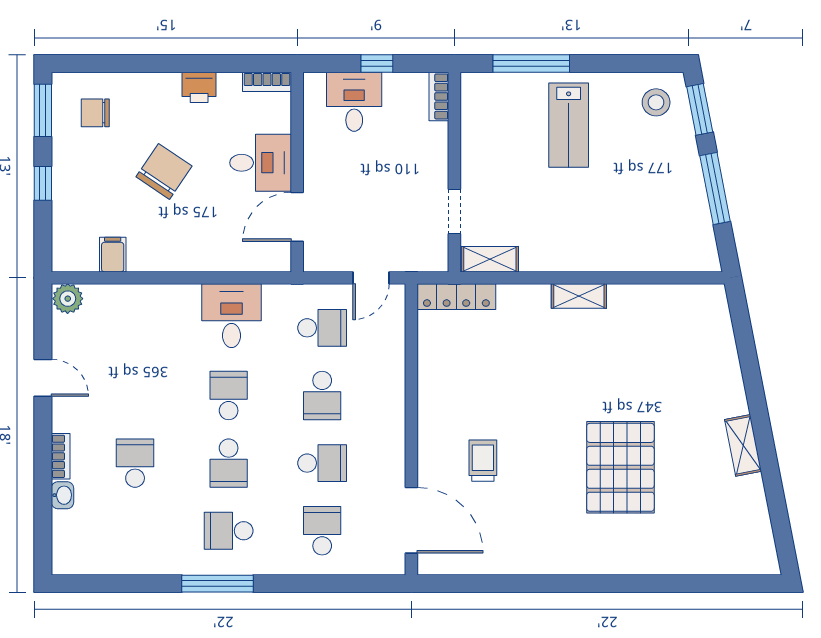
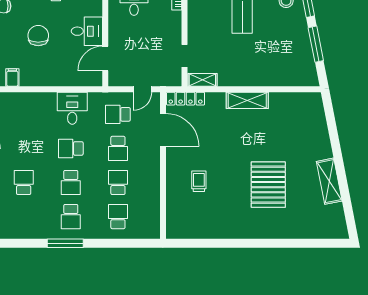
chair: (164, 171) -> (38, 36), turned -34
shelving: (579, 296) -> (247, 100), width x1.50, depth x1.33
school desk: (322, 328) -> (118, 114), turned 180
school desk: (229, 395) -> (71, 148), turned -90
shelving: (743, 445) -> (329, 181), width x1.50, depth x1.33
school desk: (322, 463) -> (118, 183), turned -90
door: (411, 520) -> (163, 130), moved
school desk: (229, 531) -> (71, 217), turned -90

